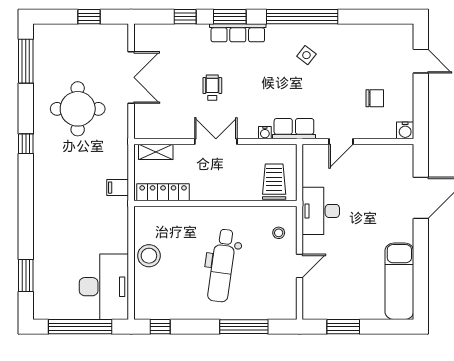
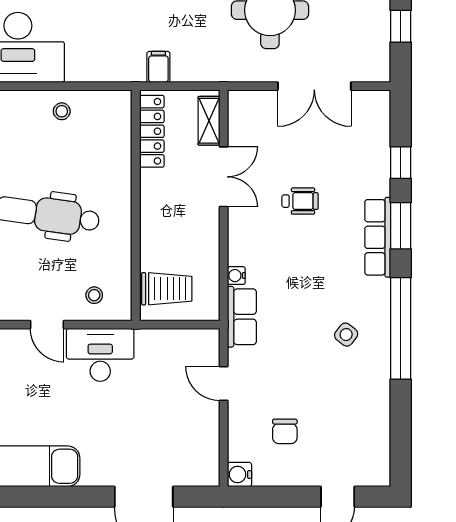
double door: (216, 142) -> (224, 177), moved
desk: (321, 211) -> (100, 355), moved
stool: (149, 256) -> (62, 111), width x0.53, depth x0.53

